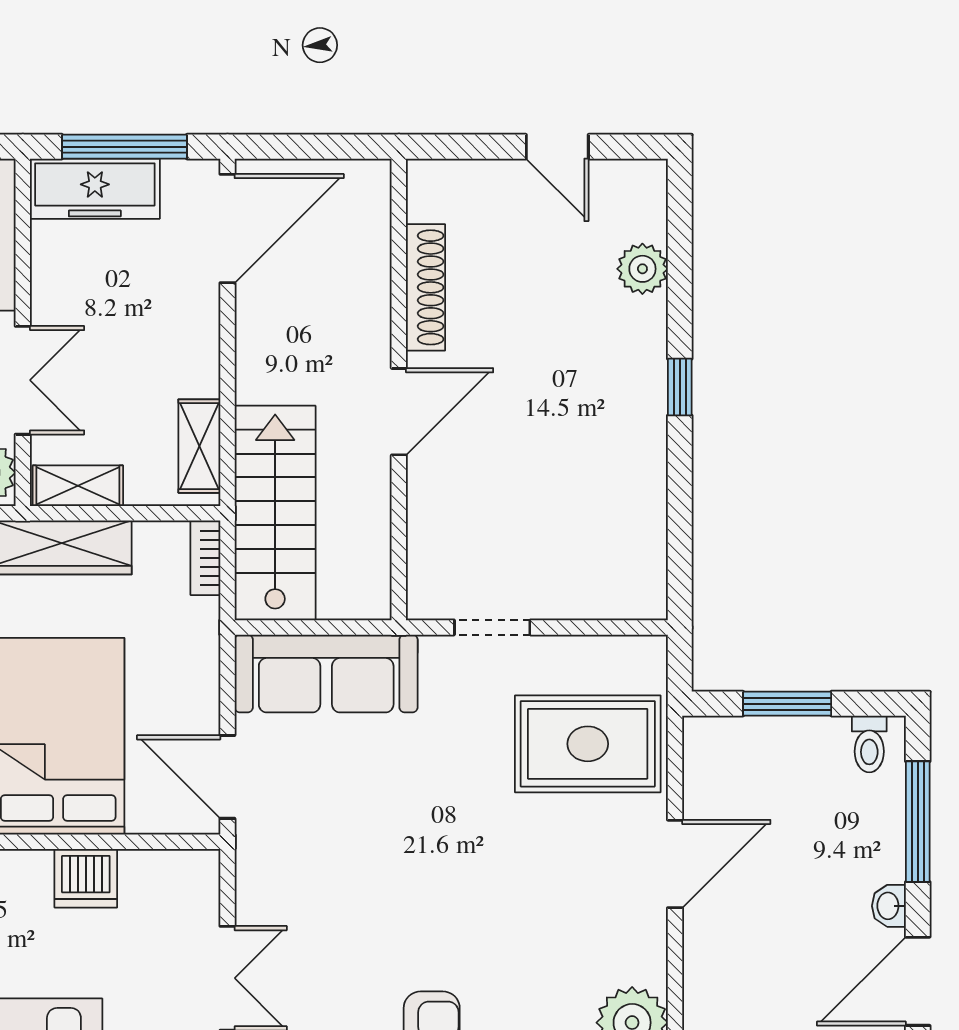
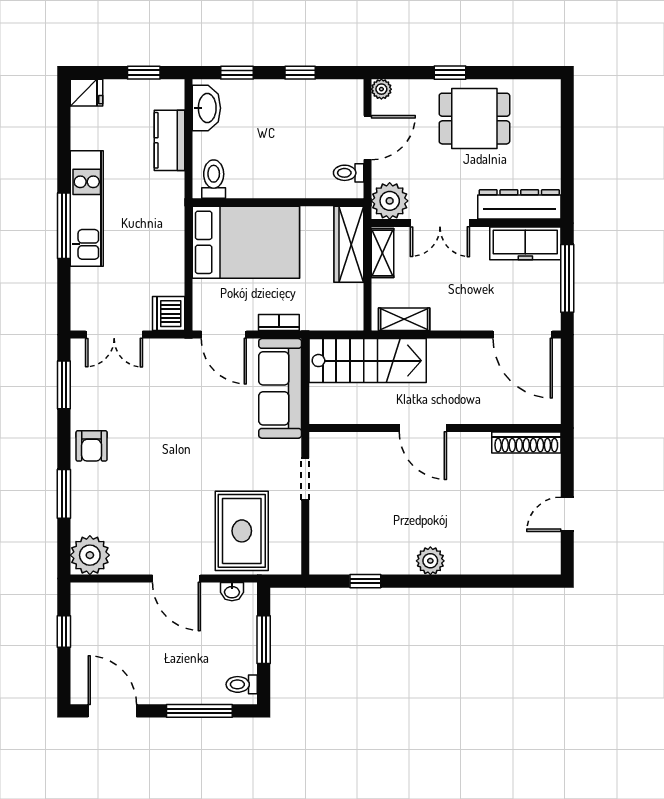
freezer: (95, 189) -> (525, 243), moved, turned -90
plant: (642, 269) -> (430, 561), moved
shoe rack: (426, 287) -> (526, 443), moved
window: (680, 387) -> (365, 581), moved
bookcase: (205, 558) -> (279, 323), moved
door: (227, 777) -> (224, 335), swing flipped
dishwasher: (86, 878) -> (169, 314), moved
washbasin: (889, 906) -> (232, 592), moved, turned 180

